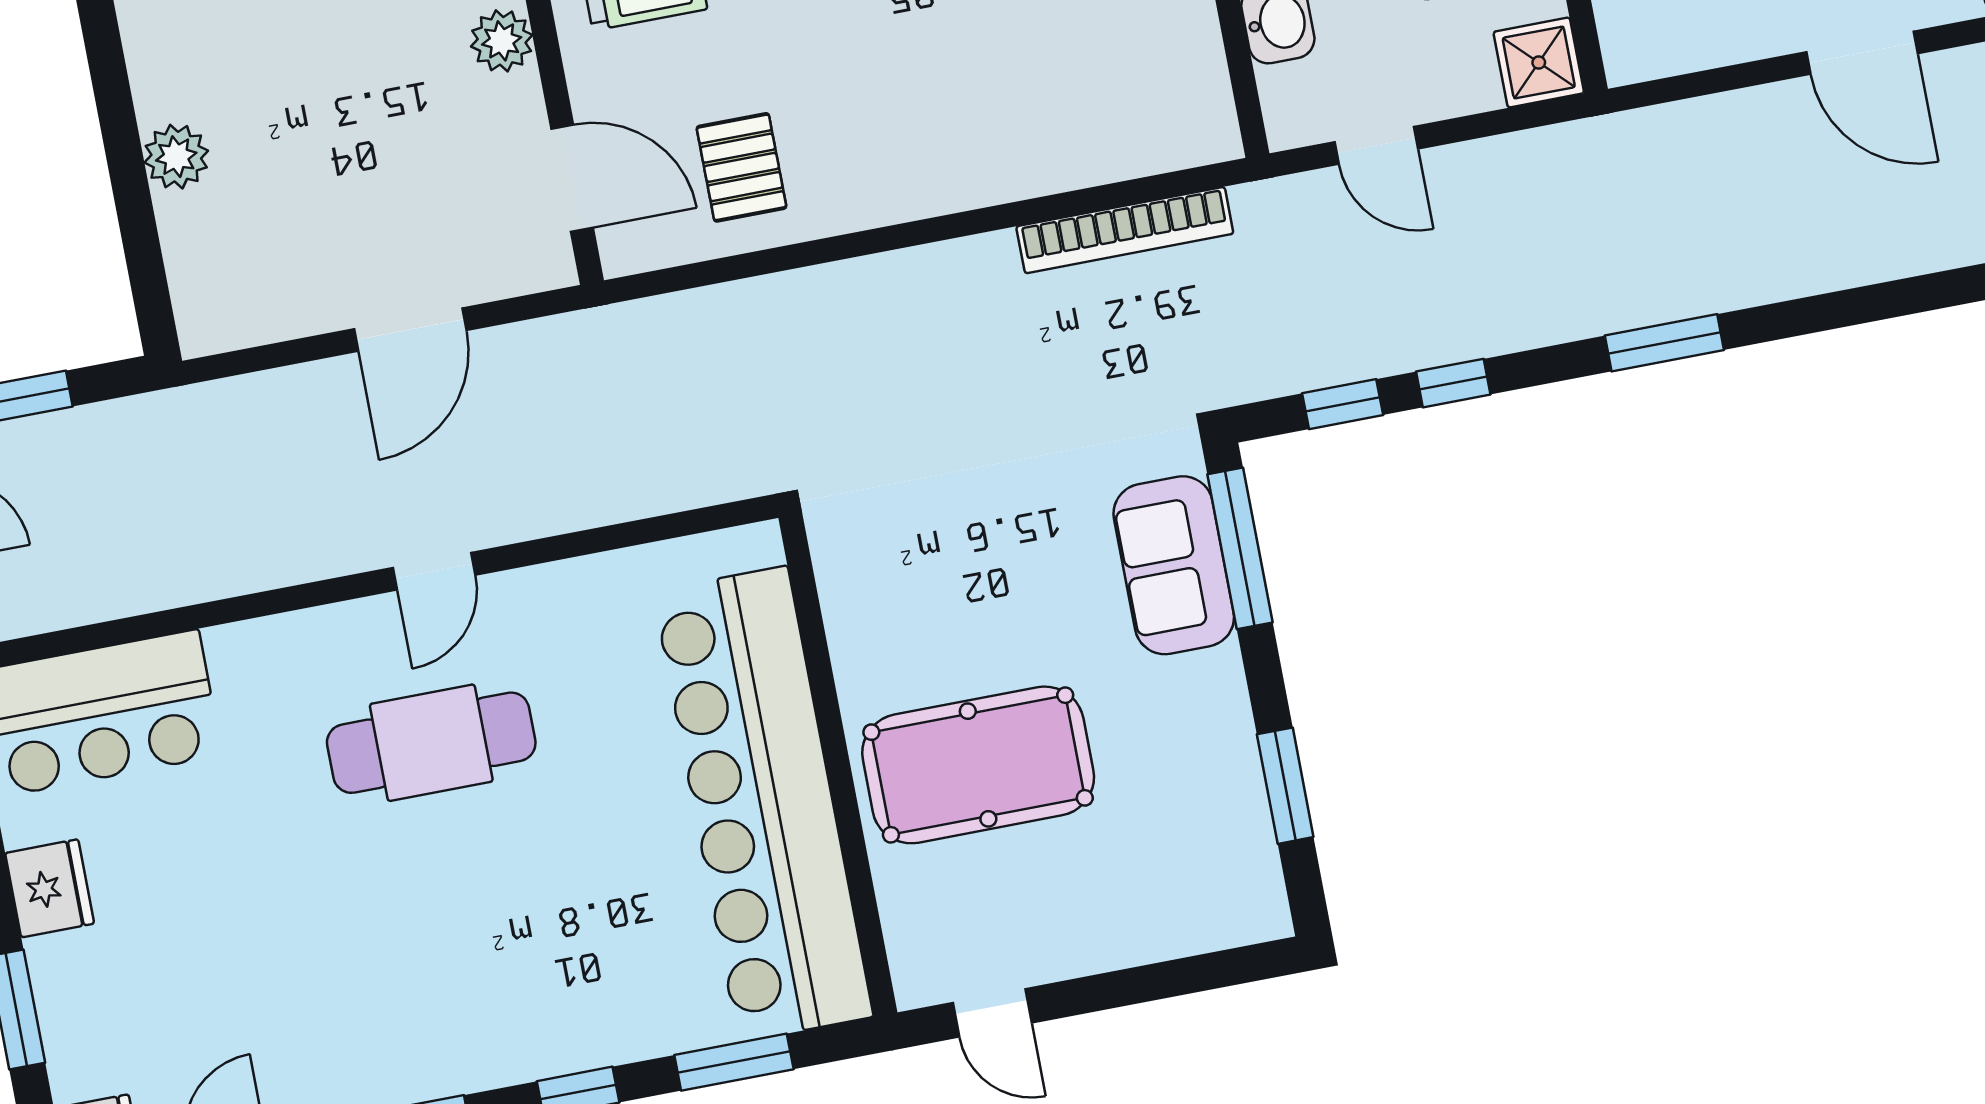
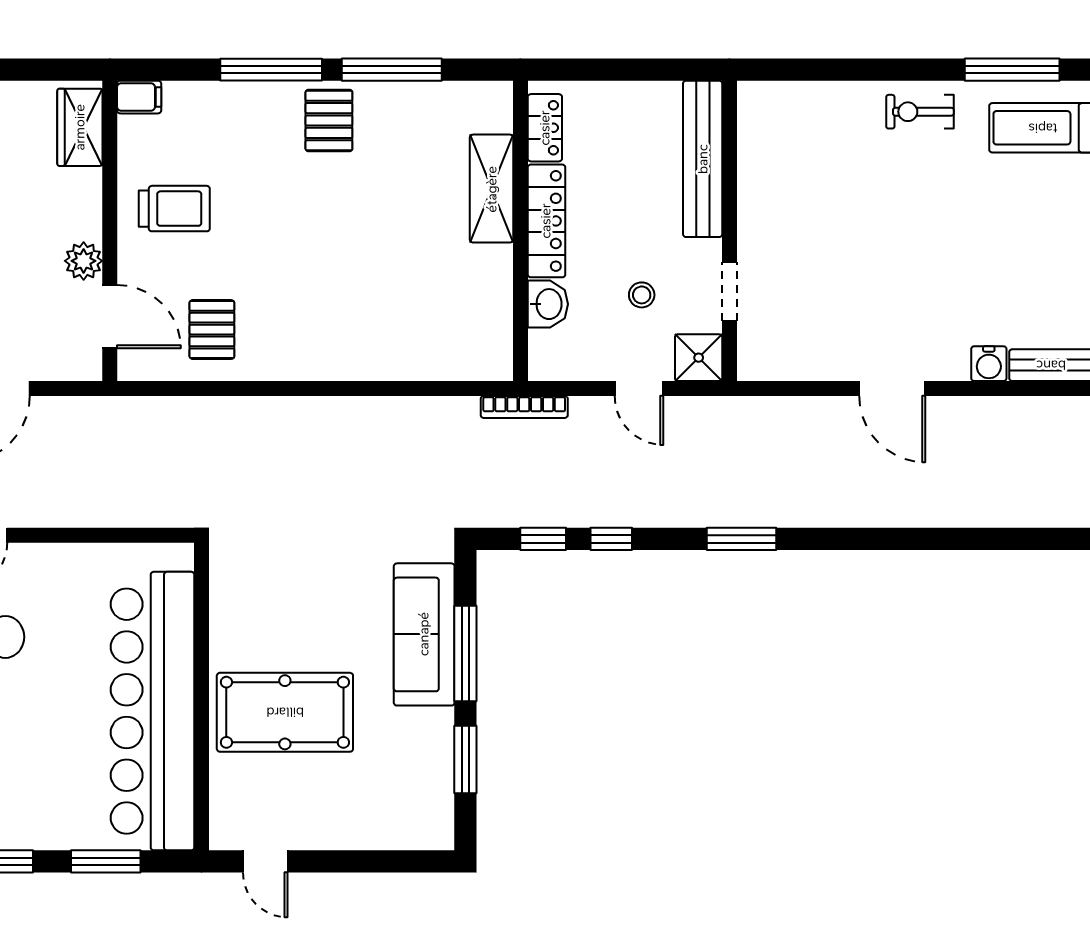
plant: (502, 41) -> (84, 261), moved
door: (1376, 145) -> (639, 389), moved
bookcase: (1125, 230) -> (524, 407), moved, width x0.68, depth x0.76
window: (1240, 548) -> (465, 654), moved
sofa: (1174, 565) -> (424, 634), width x1.36

